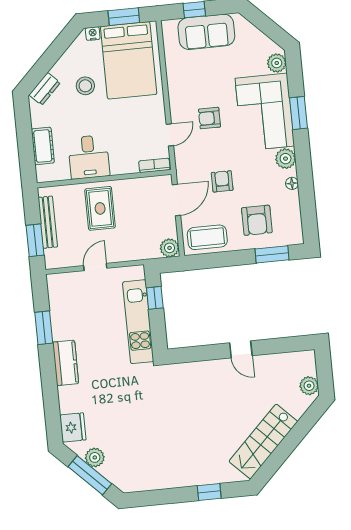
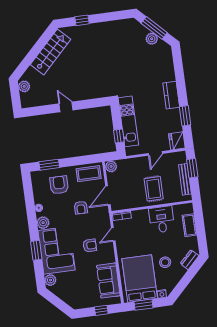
sofa: (206, 32) -> (108, 281), moved, turned -90
fridge: (73, 427) -> (177, 141), moved

